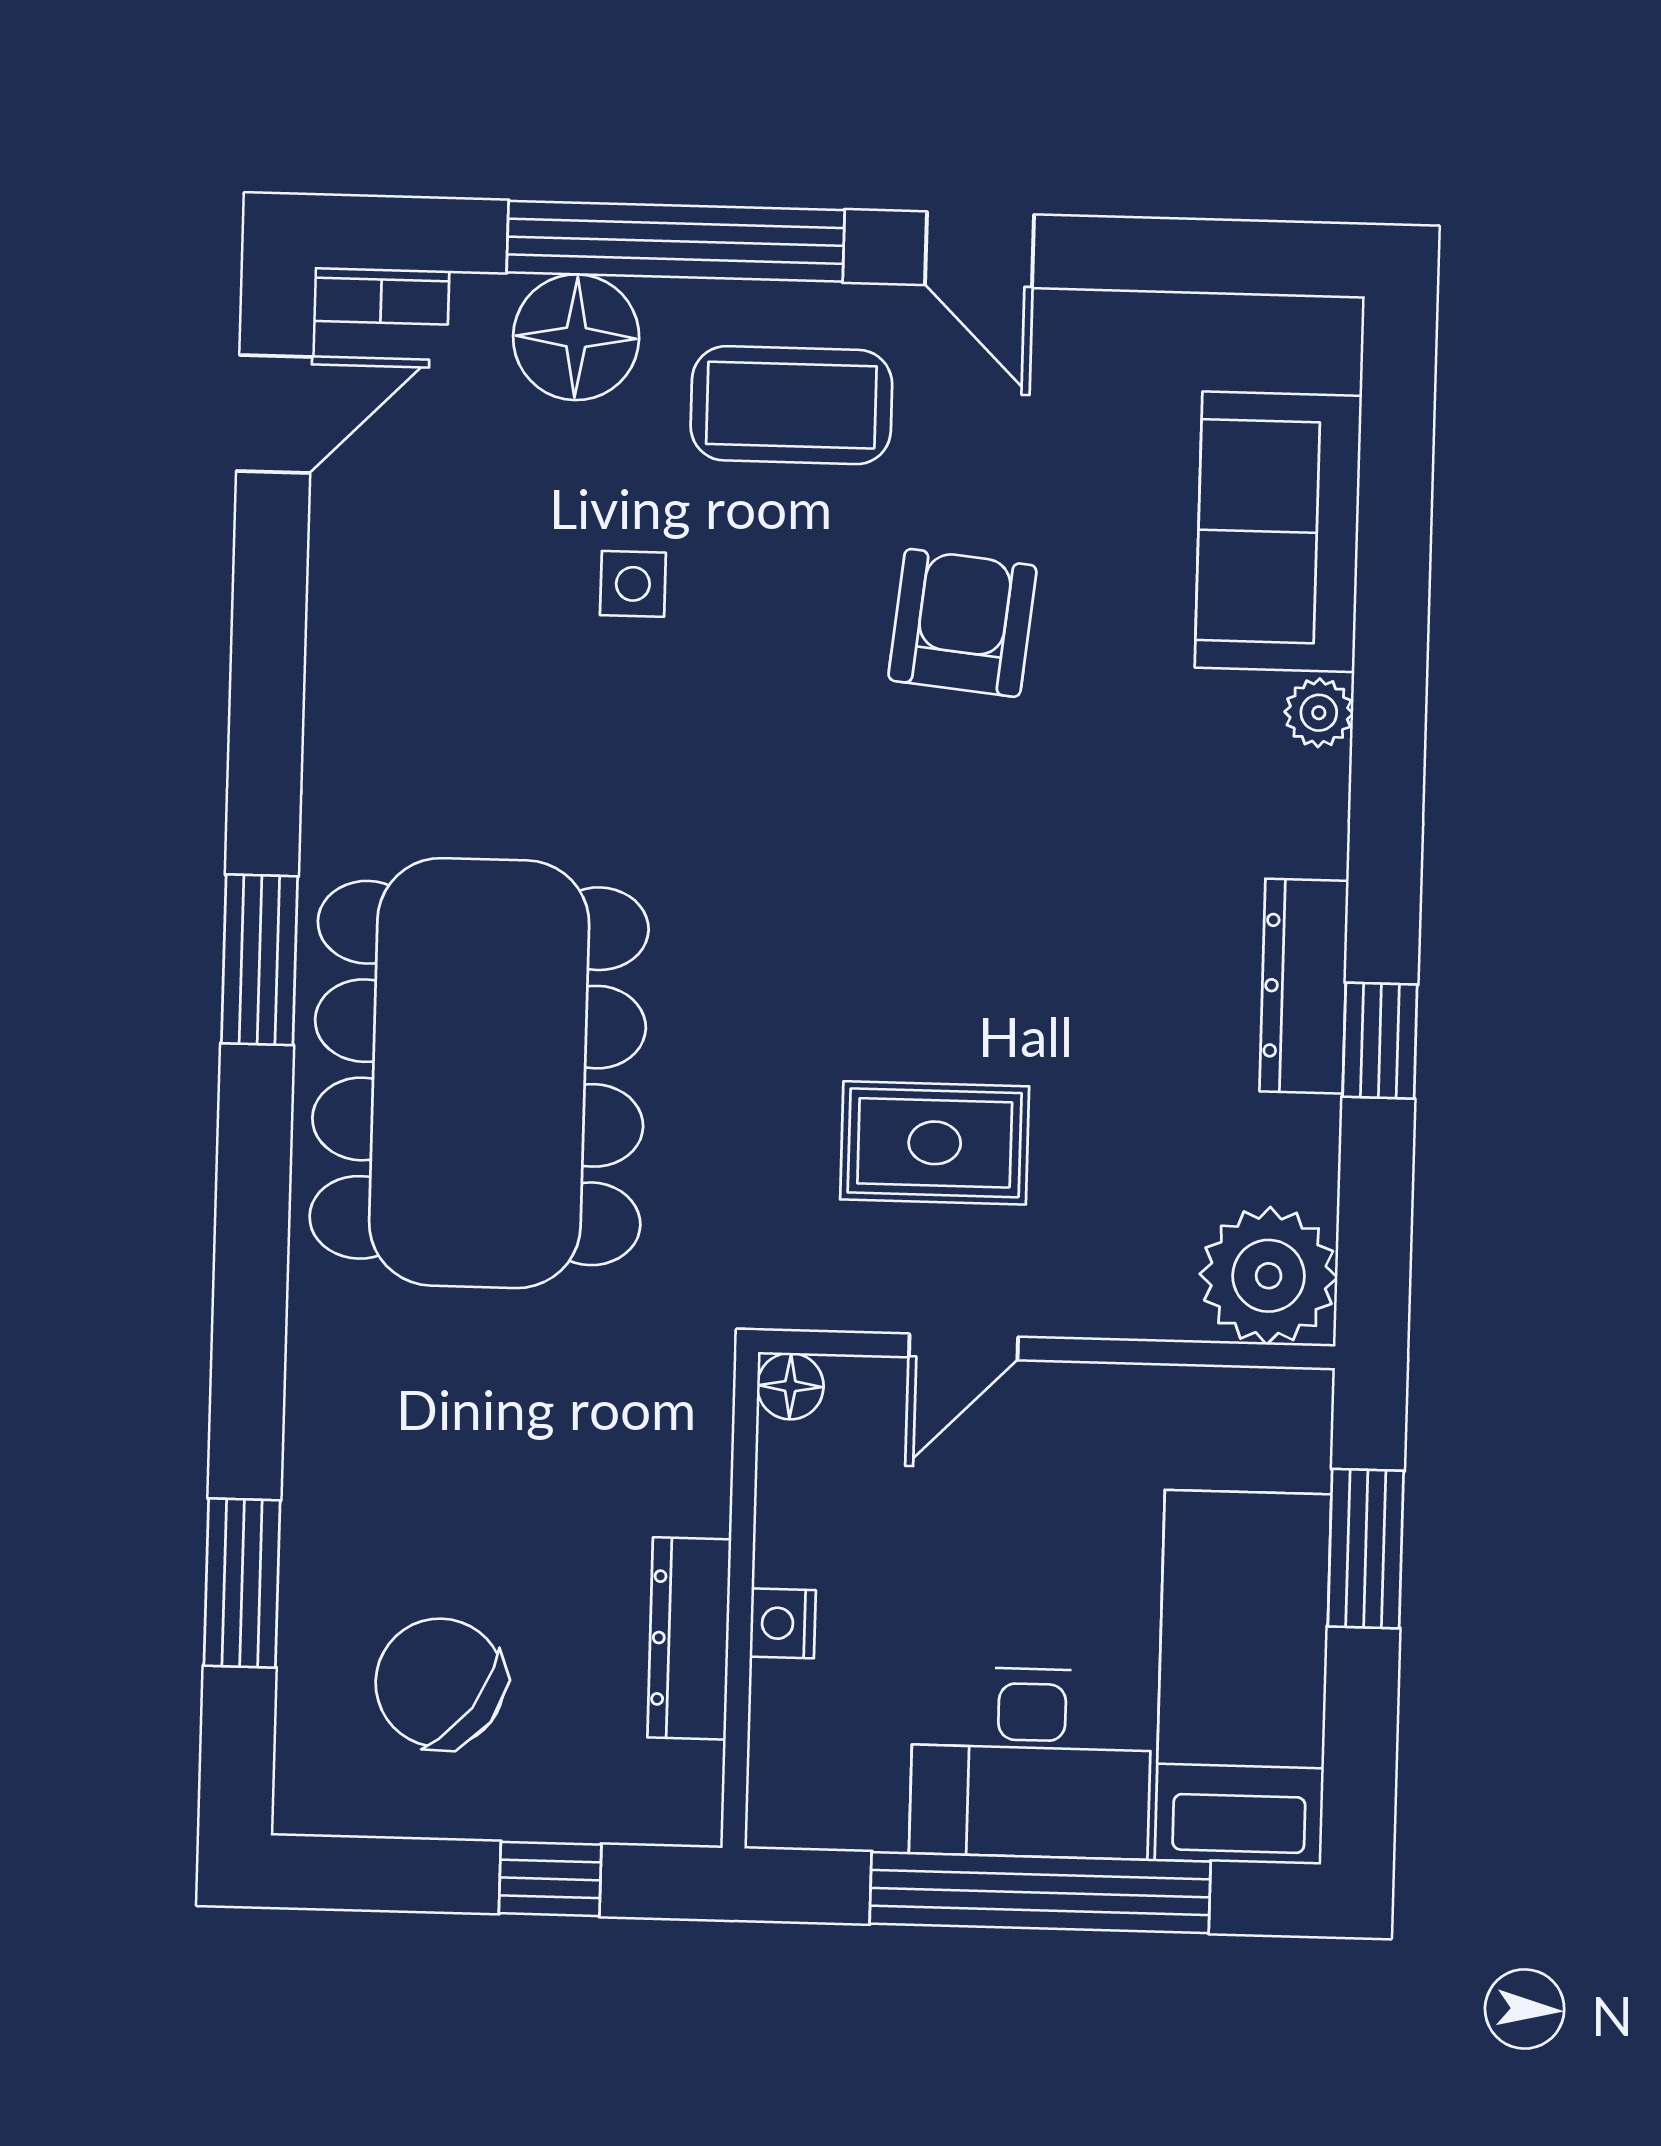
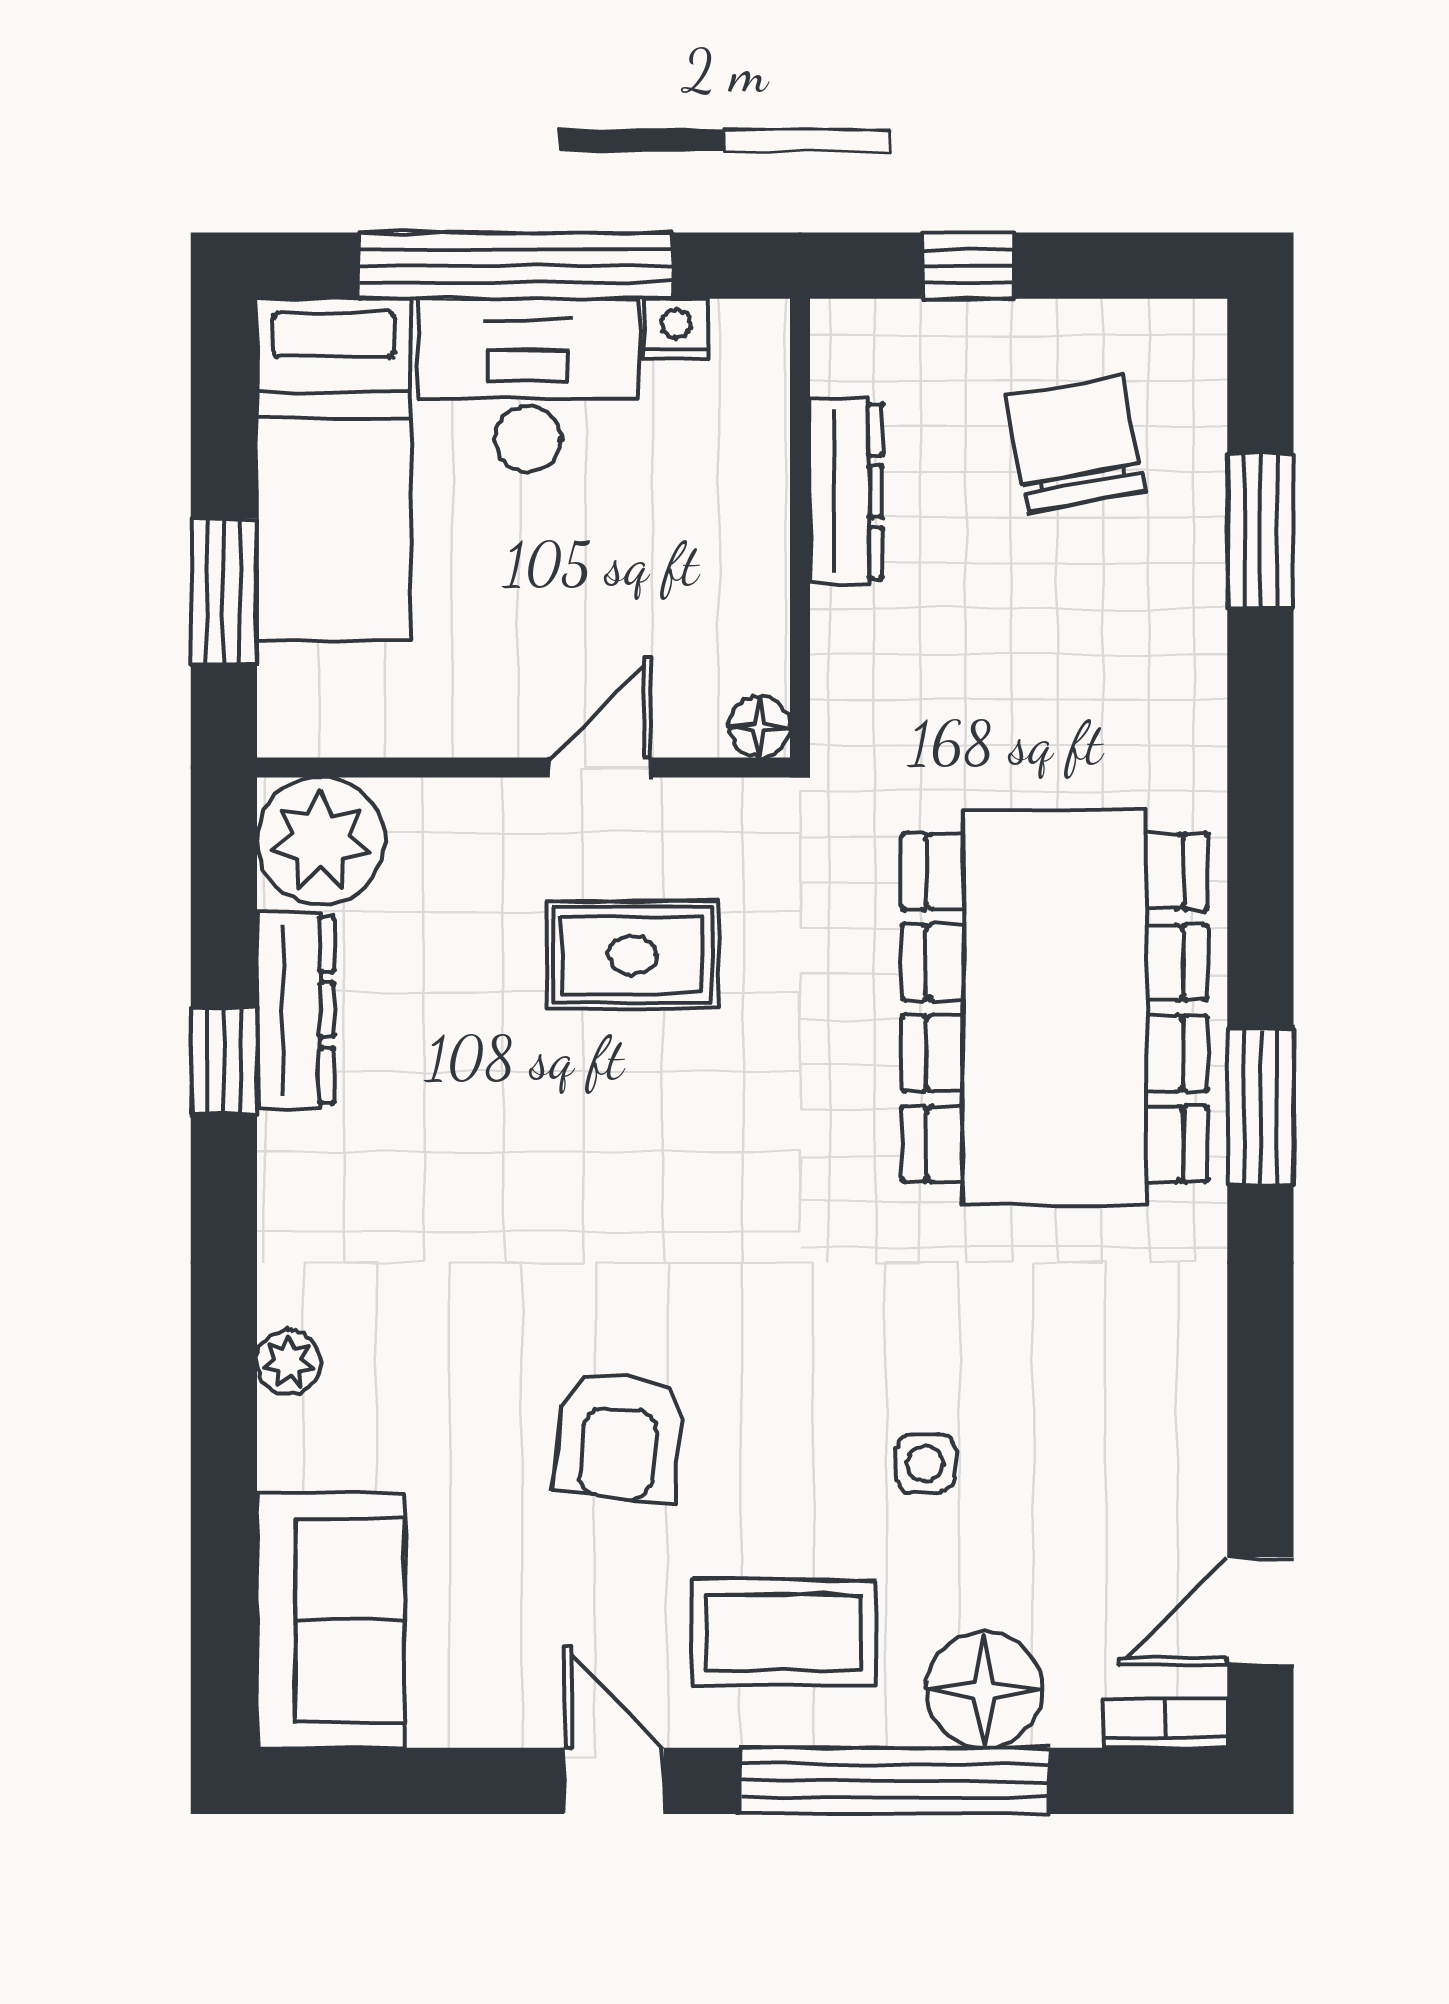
sofa: (1278, 532) -> (331, 1620), moved
dresser: (1304, 986) -> (295, 1010), moved
nightstand: (783, 1623) -> (676, 328), moved, turned -90
chair: (440, 1683) -> (1075, 444), turned -137

